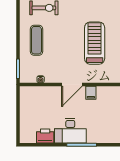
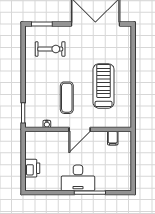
exercise mat: (36, 40) -> (67, 98), moved
filing cabinet: (91, 93) -> (113, 138), moved
printer: (45, 136) -> (32, 168), moved, turned 90

